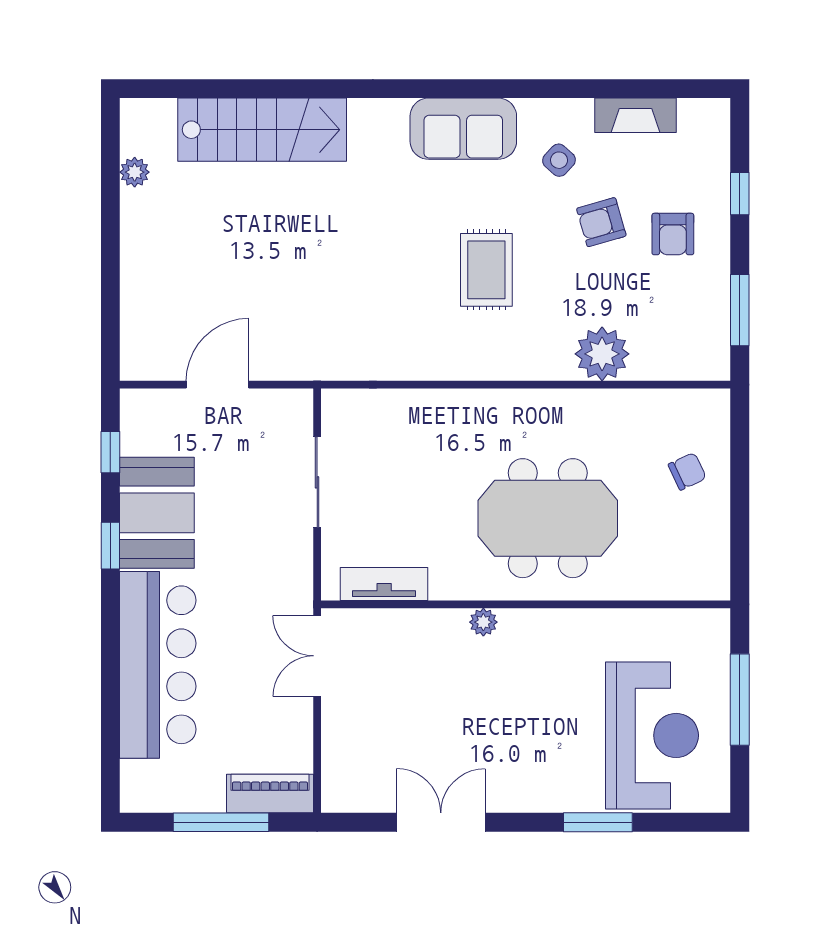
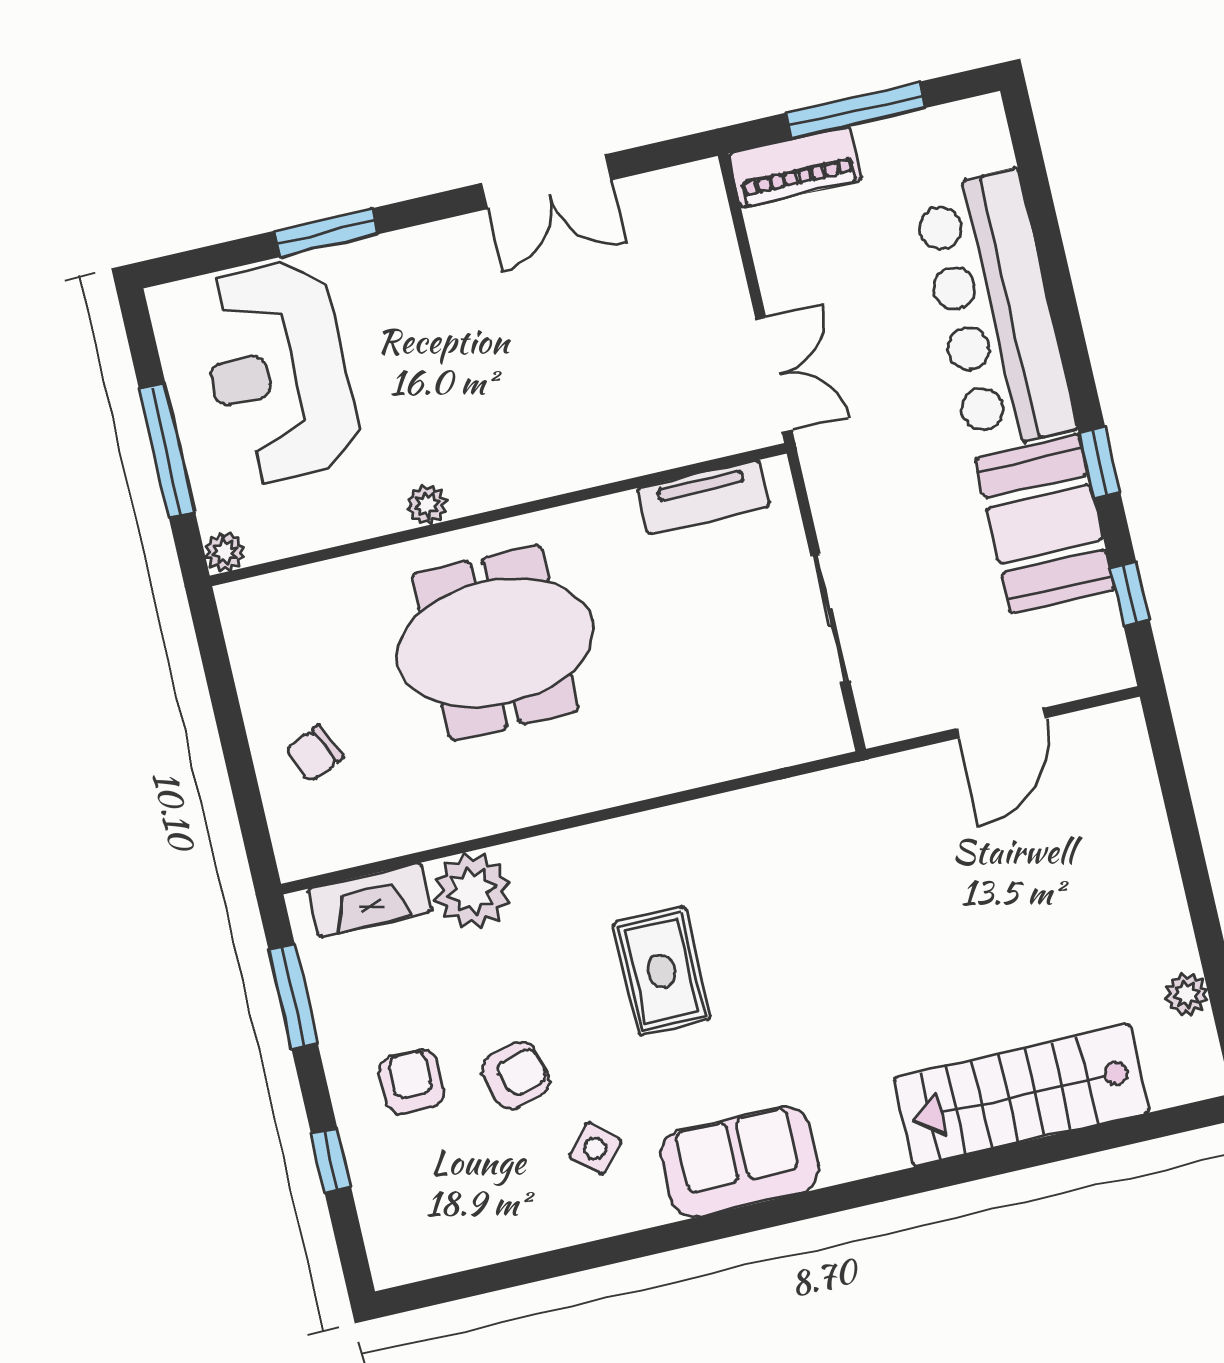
fireplace: (636, 115) -> (370, 900), moved, turned 180
plant: (483, 622) -> (427, 505), moved
plant: (717, 622) -> (225, 552), added

